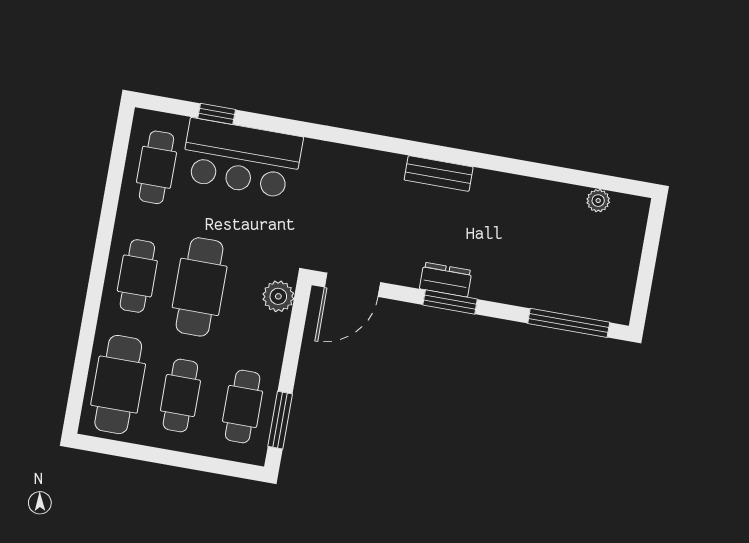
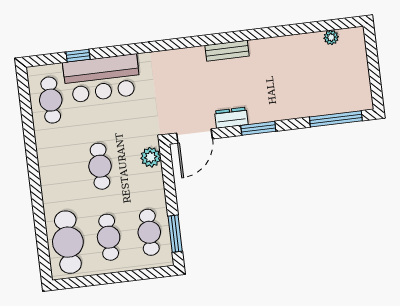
cafe table: (137, 276) -> (59, 171), removed
dresser: (446, 280) -> (231, 118), moved
cafe table: (200, 287) -> (100, 166), width x0.73, depth x0.74

